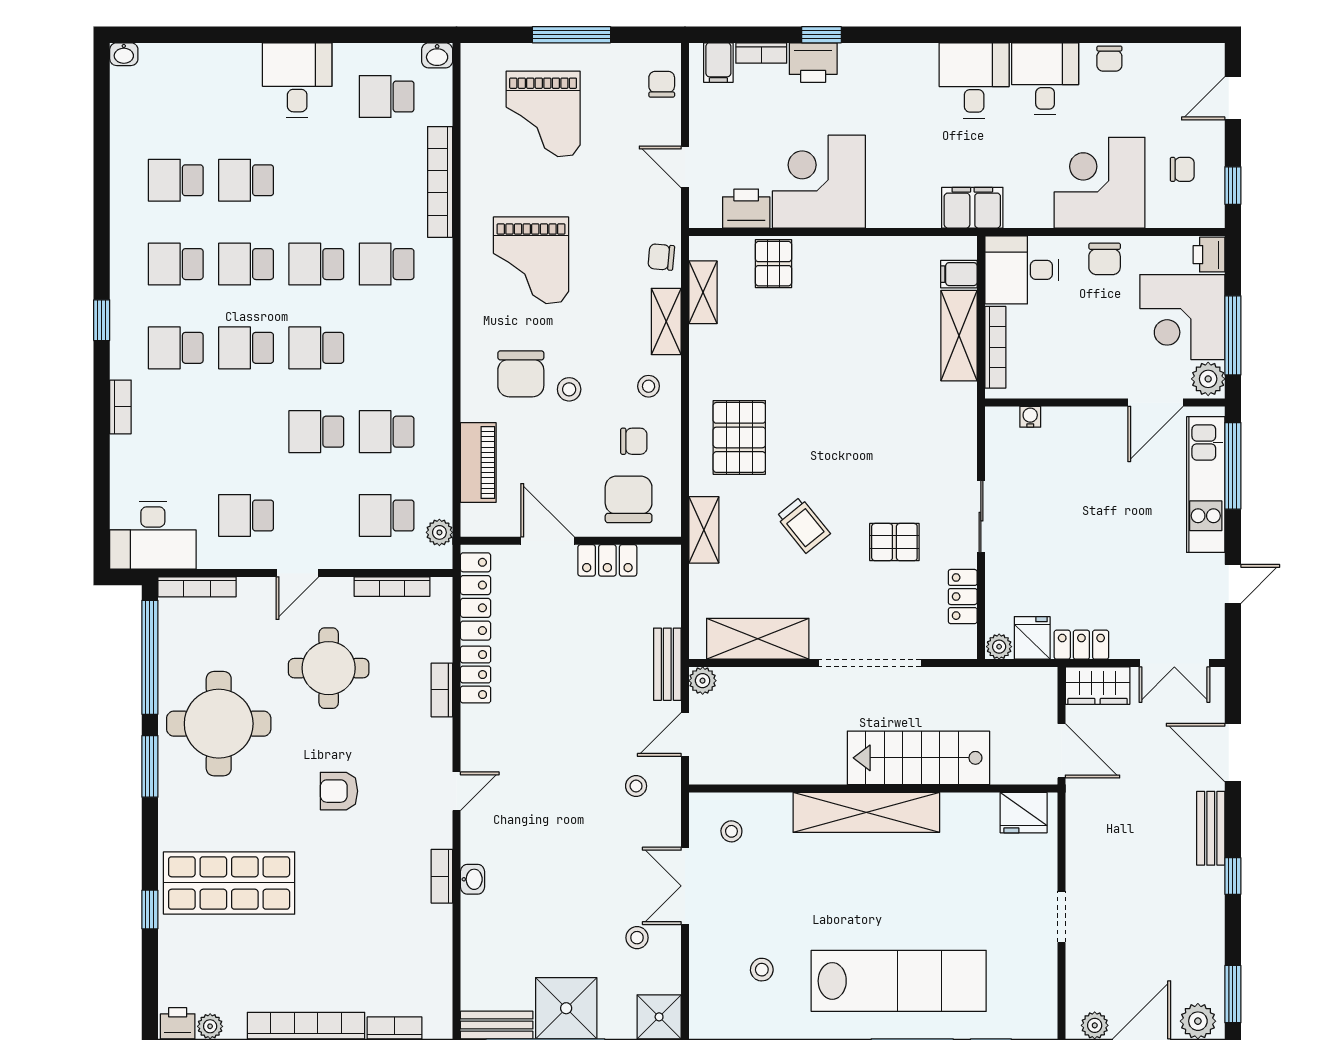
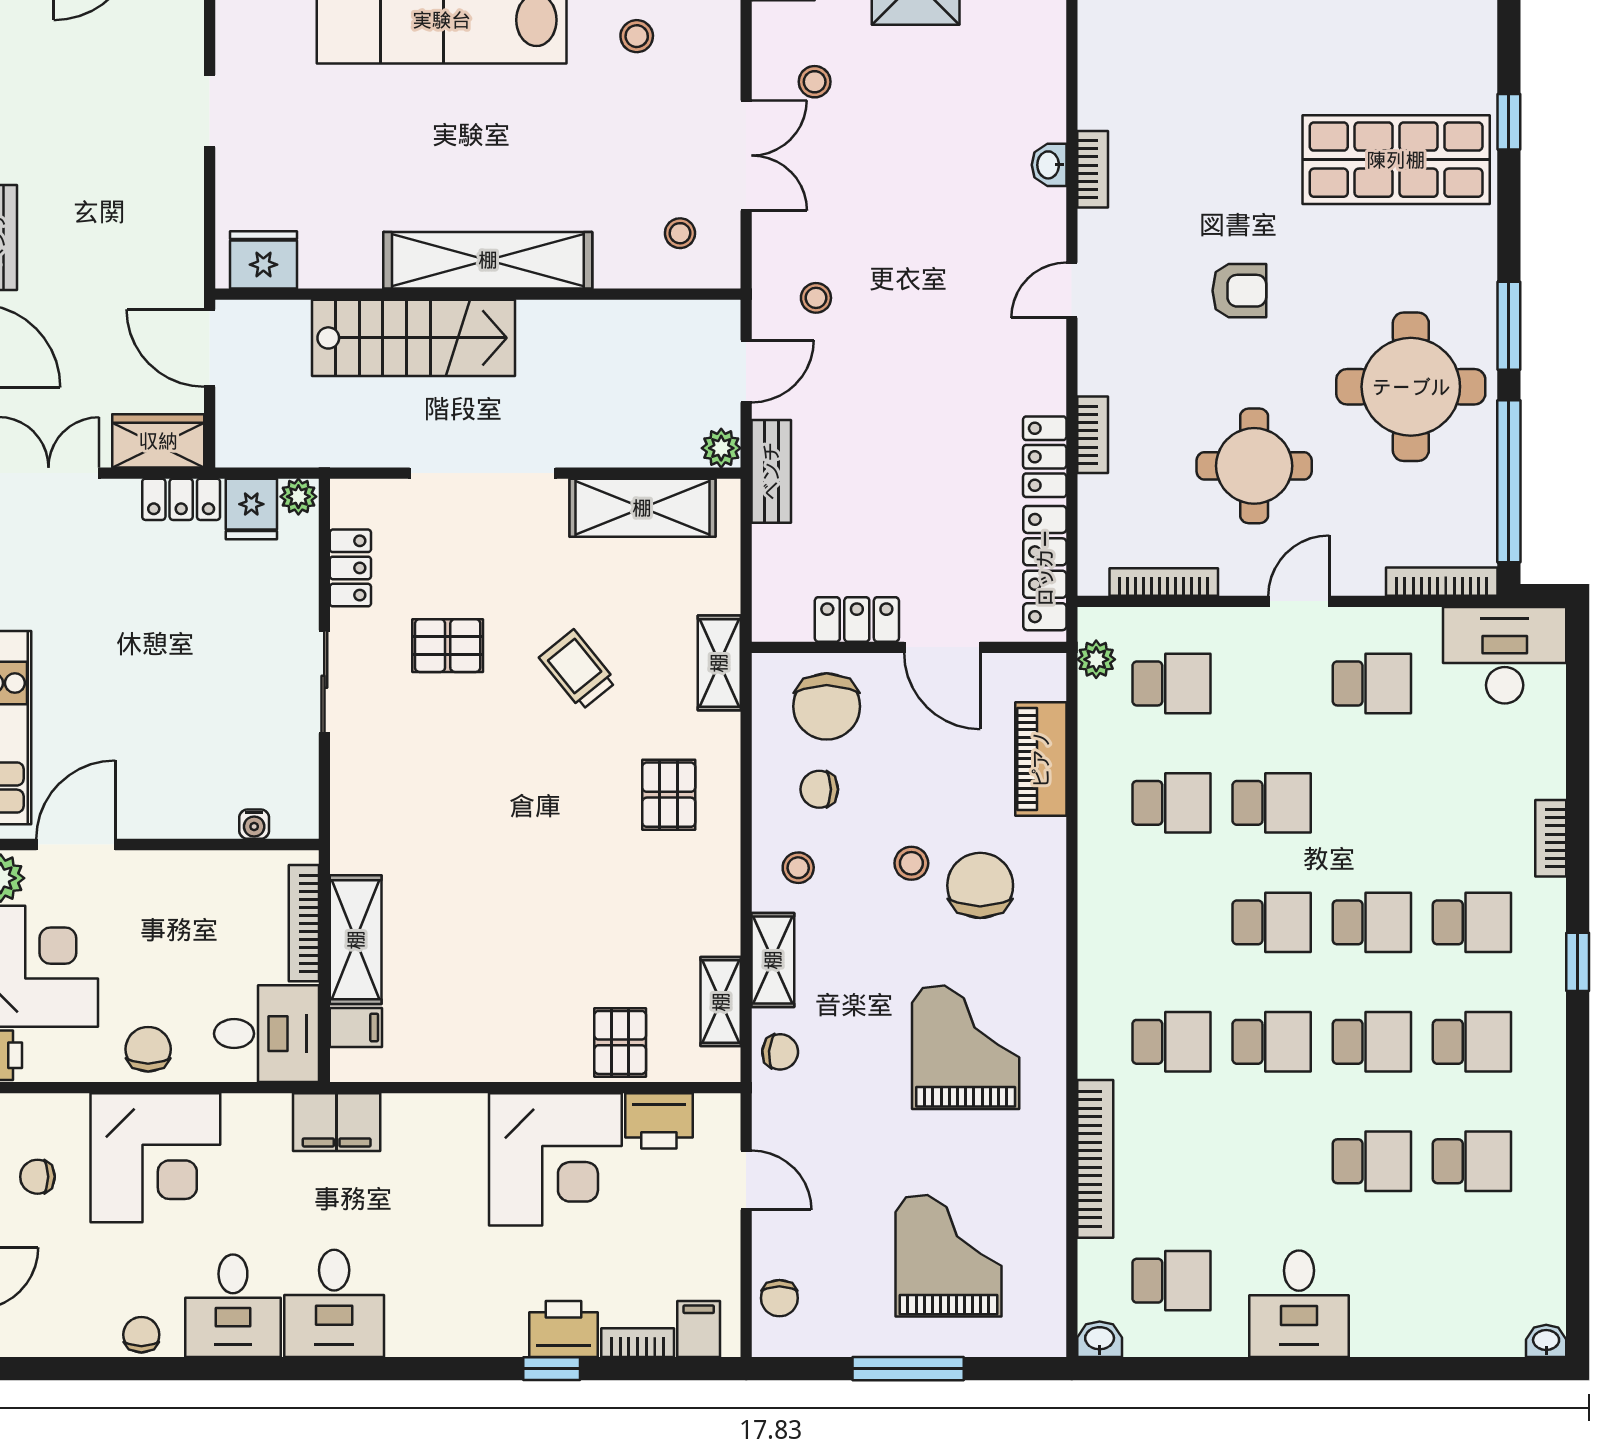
pallet: (739, 437) -> (669, 795), width x0.67, depth x0.71

